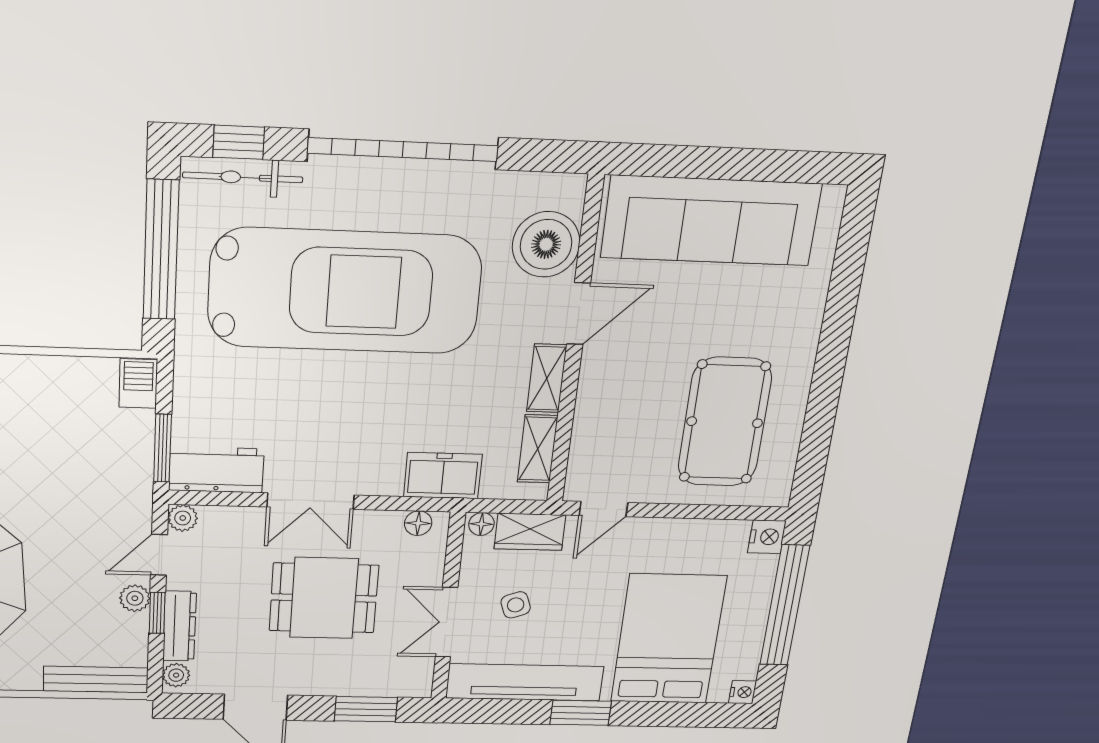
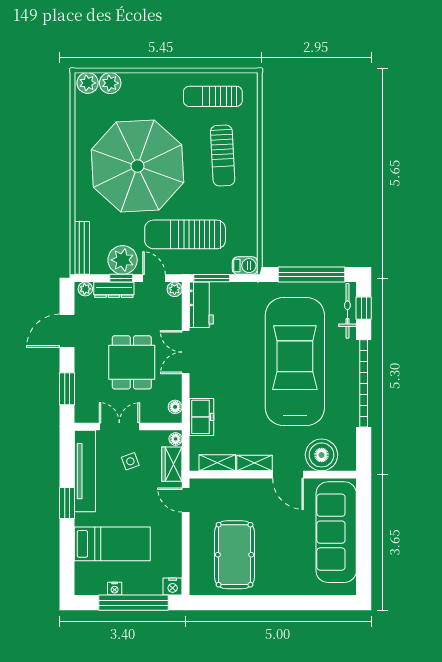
car: (345, 291) -> (295, 361), turned 180
pool table: (725, 422) -> (235, 555), turned 90
sun lounger: (71, 496) -> (185, 234), added
plant: (135, 598) -> (123, 260), width x1.87, depth x1.87
bed: (668, 639) -> (112, 544), width x0.67
nightstand: (743, 692) -> (115, 589), moved

